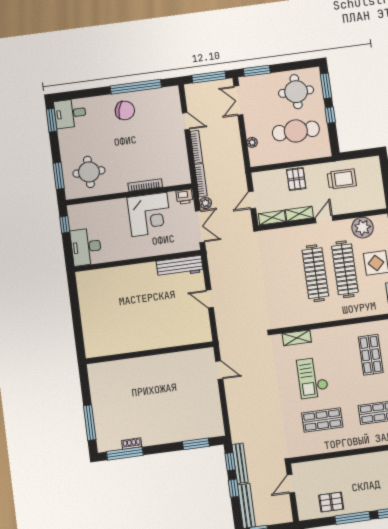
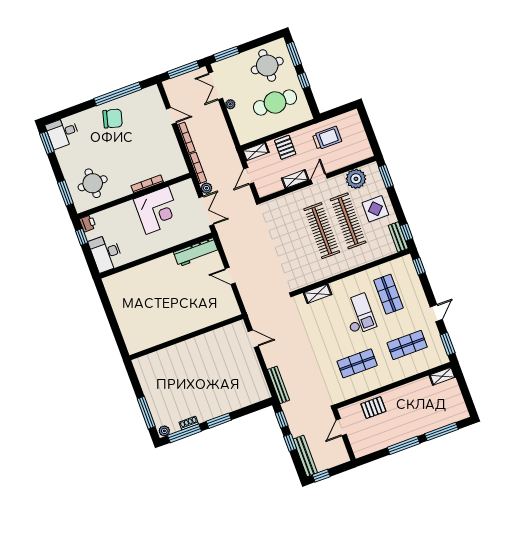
plant: (252, 142) -> (230, 104), moved
printer: (184, 197) -> (88, 223), moved, turned -90
shelving: (272, 218) -> (256, 152), moved
checkout: (313, 378) -> (359, 314), moved, turned 180
window: (196, 444) -> (219, 421), moved
plant: (104, 446) -> (164, 431), added
bench: (240, 463) -> (279, 385), moved
pallet: (331, 502) -> (373, 408), moved

